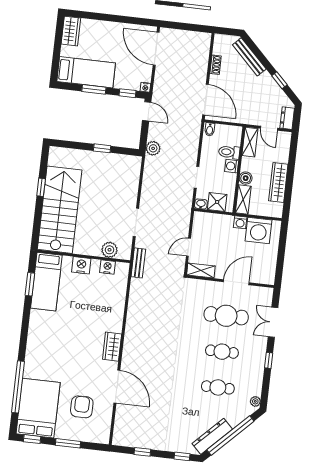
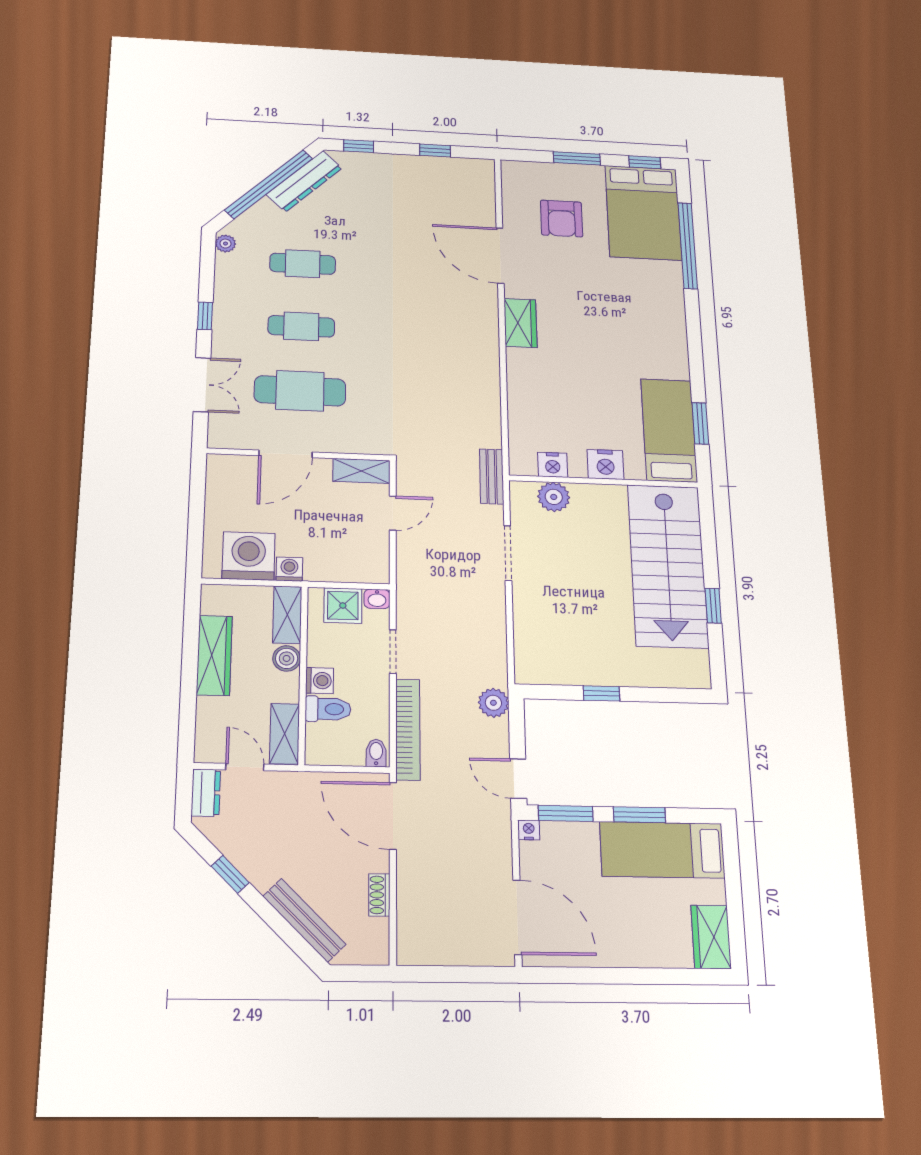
window: (127, 93) -> (566, 813), width x1.50
bookcase: (194, 139) -> (408, 729), added

